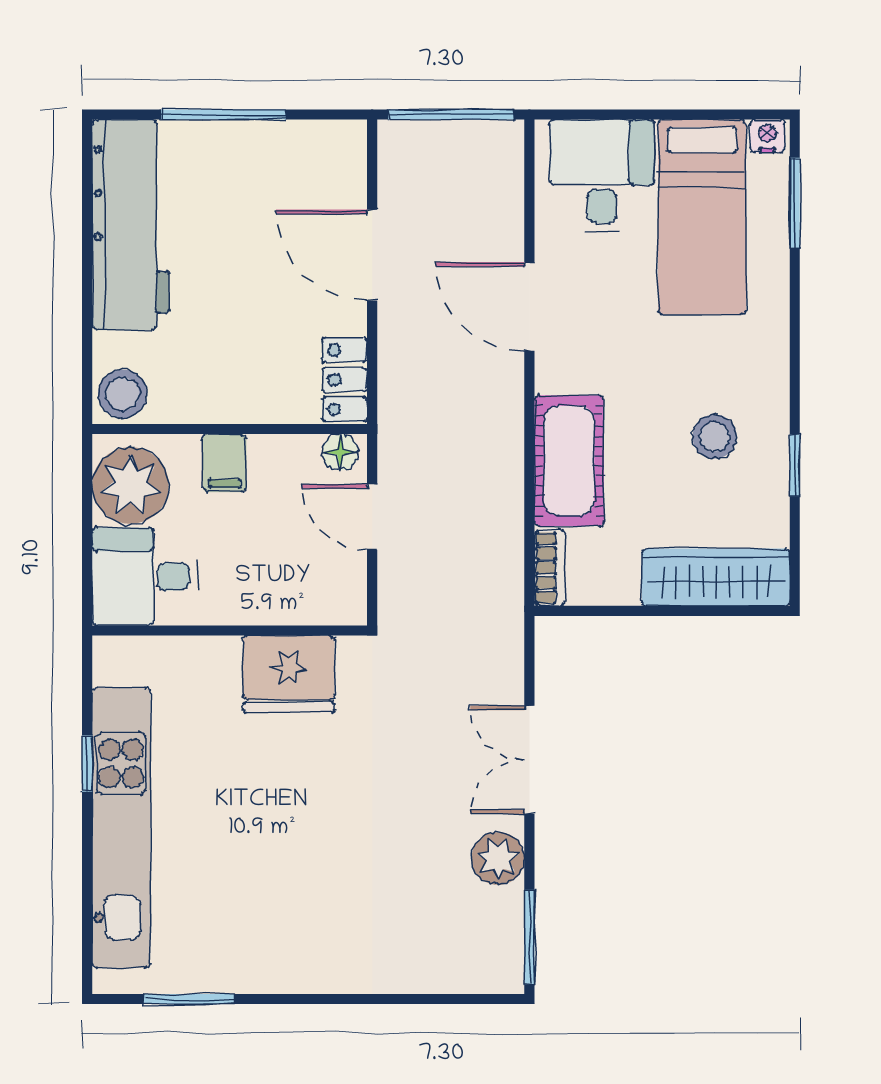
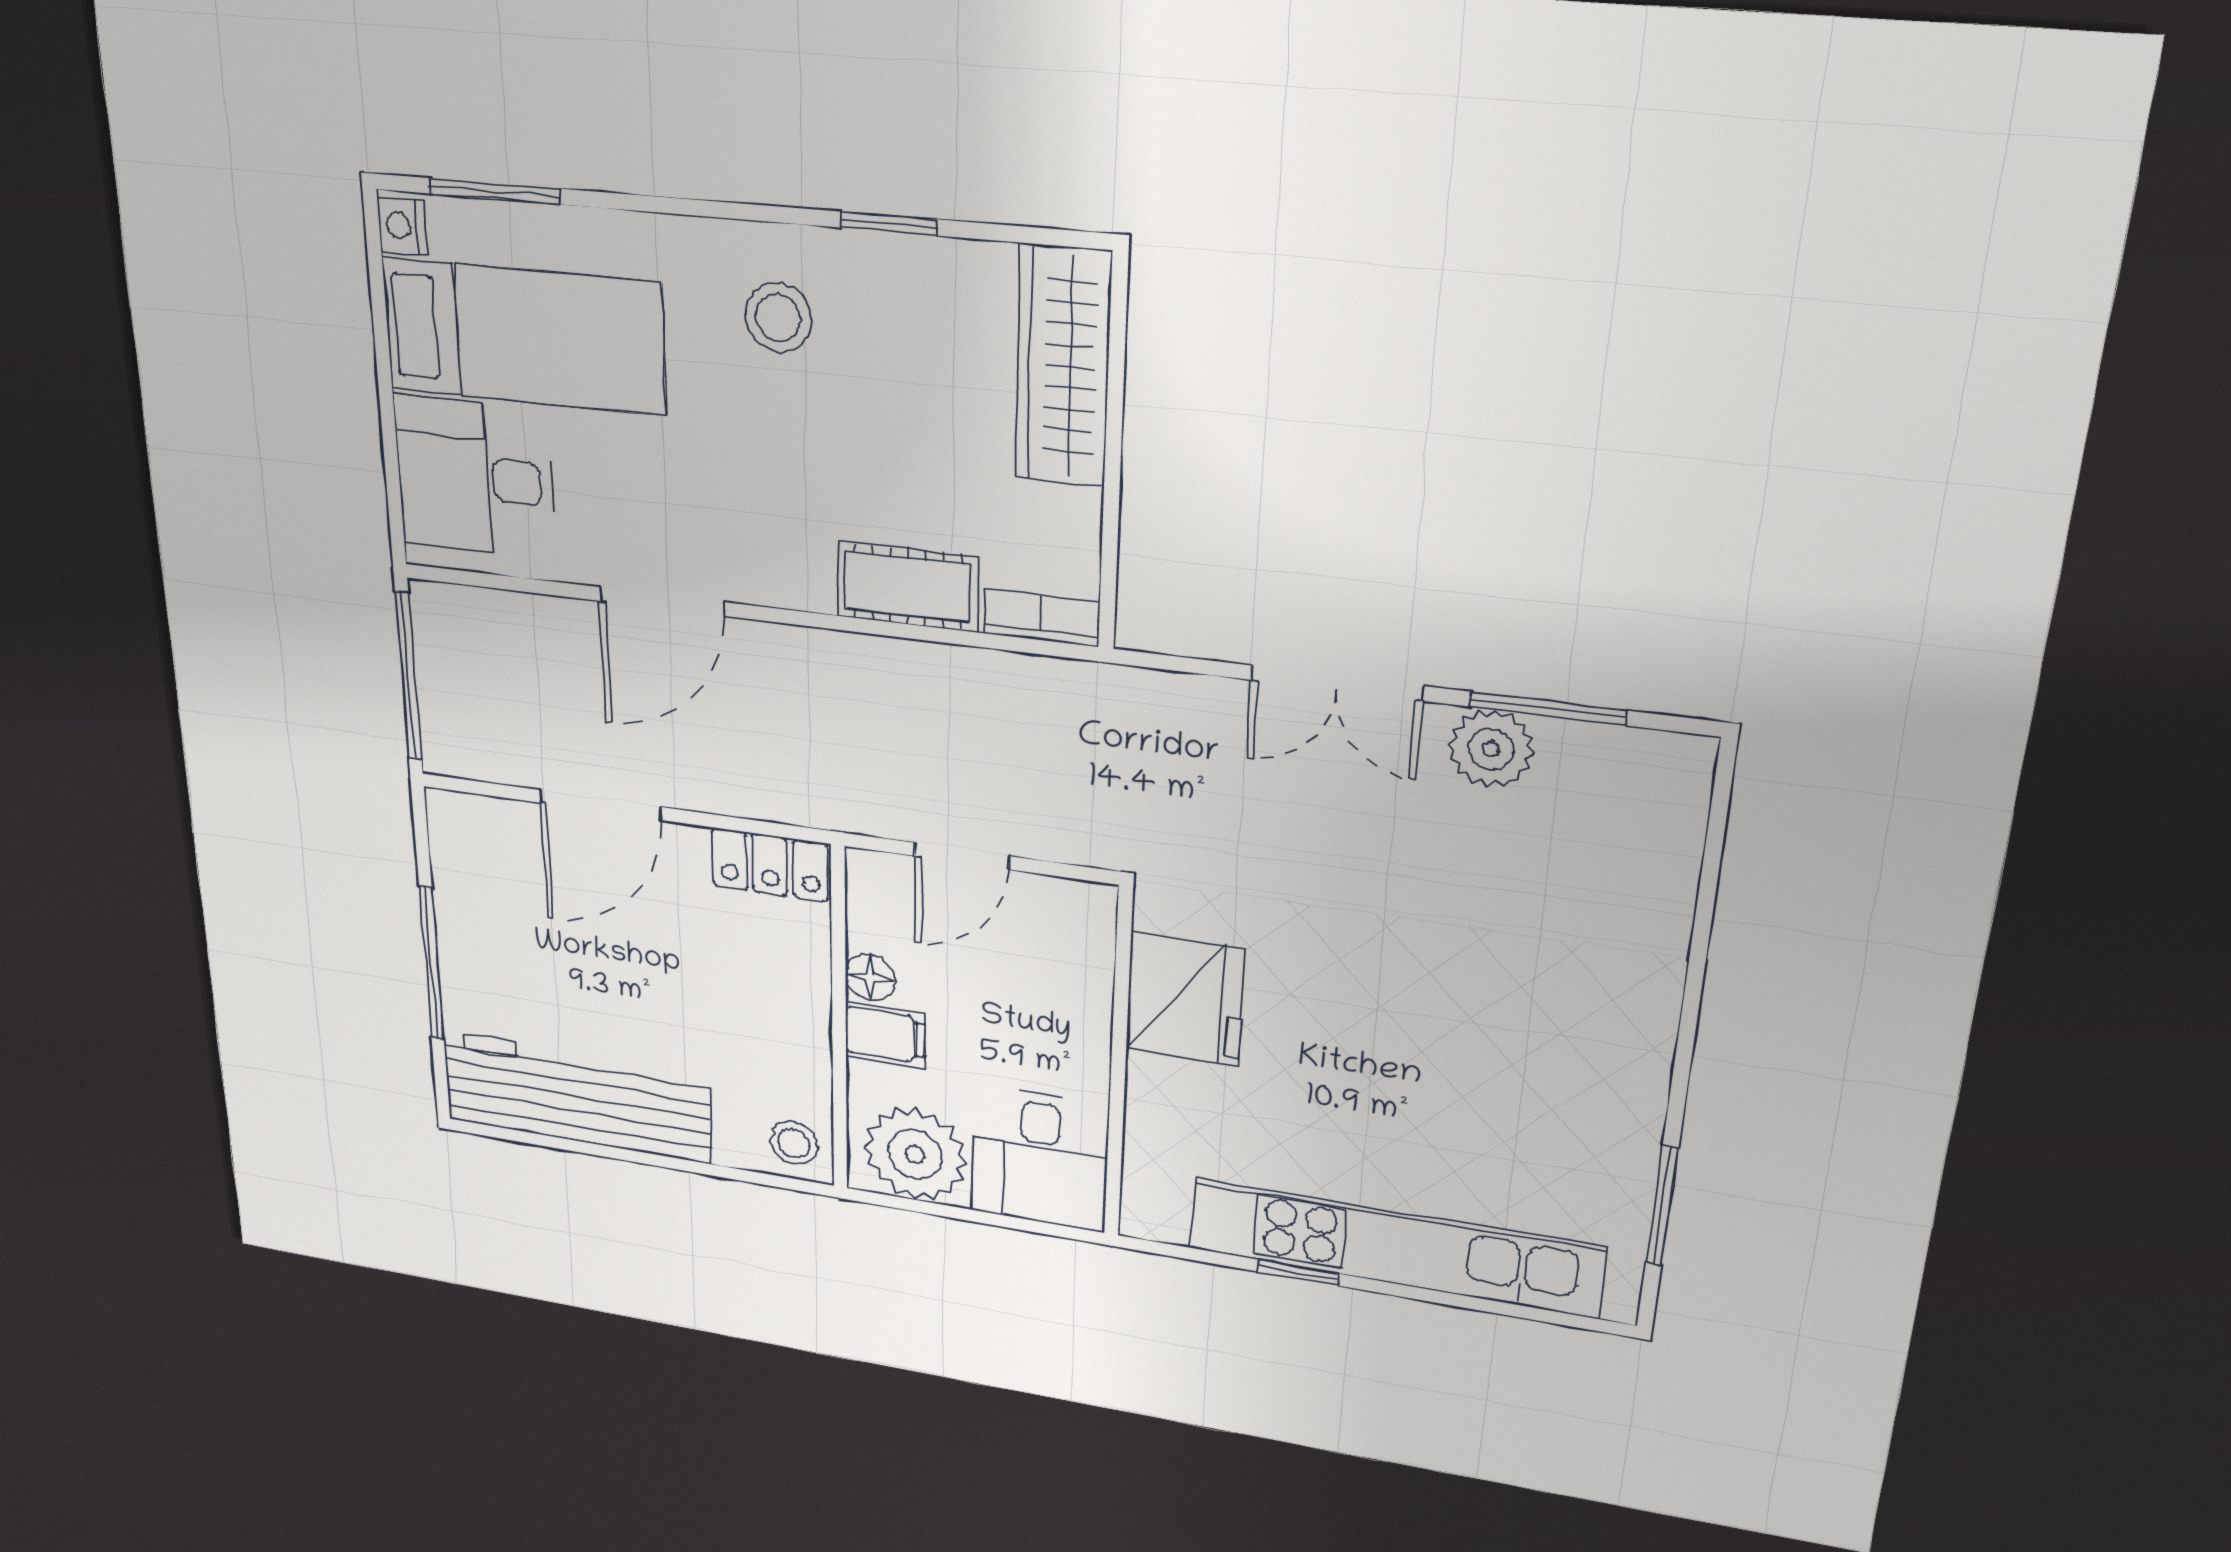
stool: (123, 394) -> (794, 1143), width x0.73, depth x0.73
stool: (715, 437) -> (778, 317), moved
floor lamp: (340, 452) -> (870, 977), moved
cot: (569, 461) -> (908, 587), width x0.73, depth x0.75
window: (529, 937) -> (1548, 709), moved

